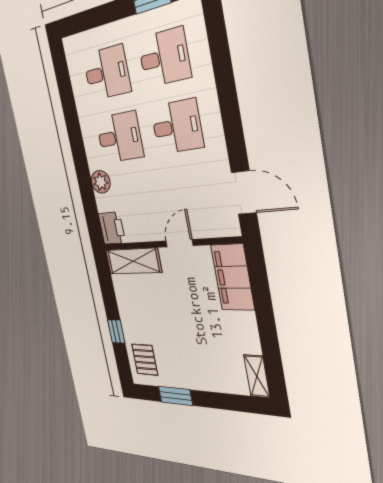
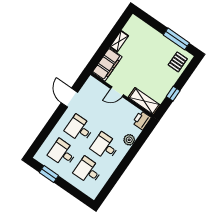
door: (244, 193) -> (69, 98), moved
window: (116, 331) -> (173, 94), moved
shelving: (257, 376) -> (119, 41), moved
window: (175, 396) -> (176, 39), width x1.44

